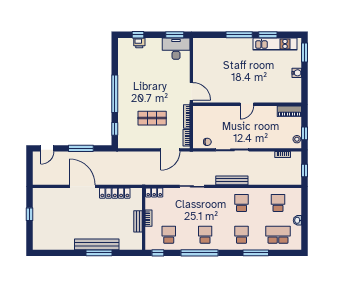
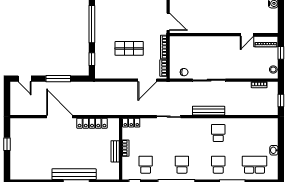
door: (247, 104) -> (247, 35), moved
window: (305, 133) -> (281, 53), moved
door: (47, 148) -> (25, 79), hinge flipped
school desk: (278, 203) -> (254, 133), removed

